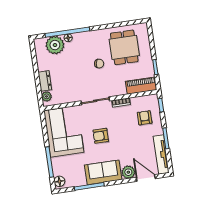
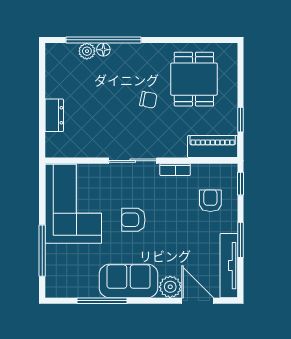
plant: (55, 45) -> (87, 51), width x0.53, depth x0.53
plant: (47, 96) -> (53, 141), removed
floor lamp: (59, 181) -> (54, 285), removed

